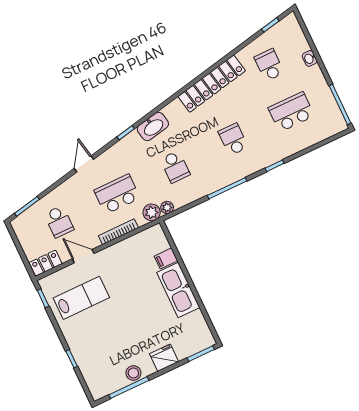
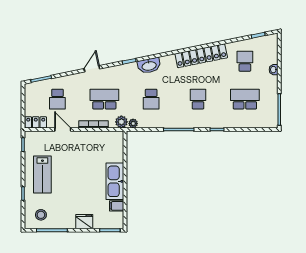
filing cabinet: (166, 258) -> (117, 206), moved
lab bench: (81, 298) -> (42, 174), moved, turned 90
stool: (133, 373) -> (41, 215), moved

